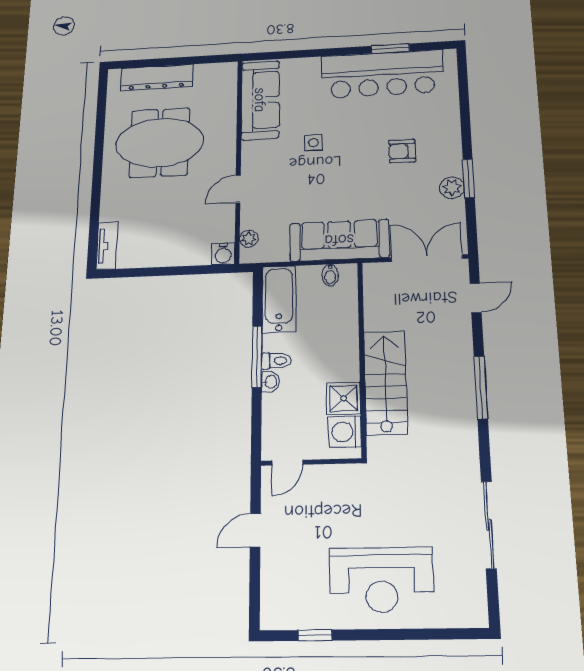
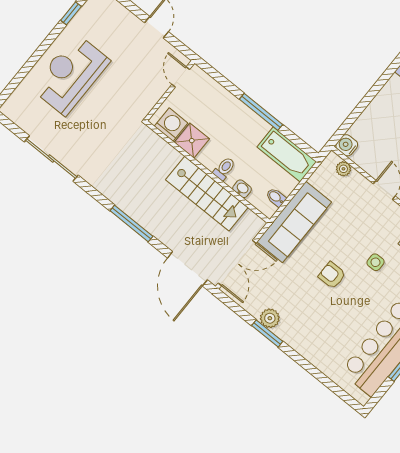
armchair: (402, 151) -> (332, 275), moved, turned -90
door: (476, 298) -> (187, 269), width x1.88
toilet: (276, 361) -> (224, 169), moved, turned 180
washbasin: (270, 382) -> (242, 189), moved, turned 180
stairs: (385, 383) -> (207, 194), moved

